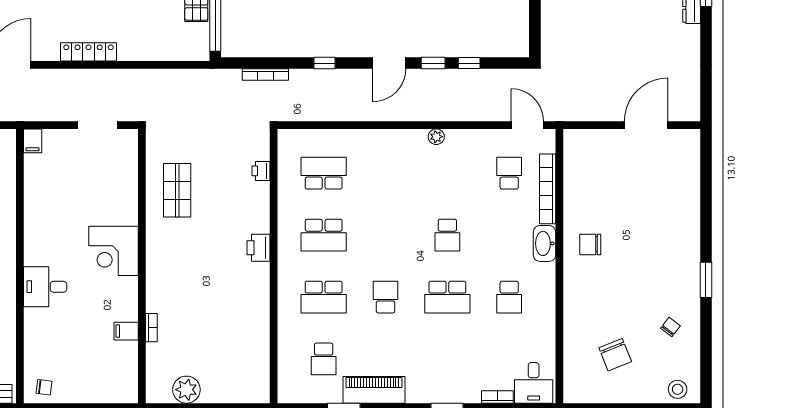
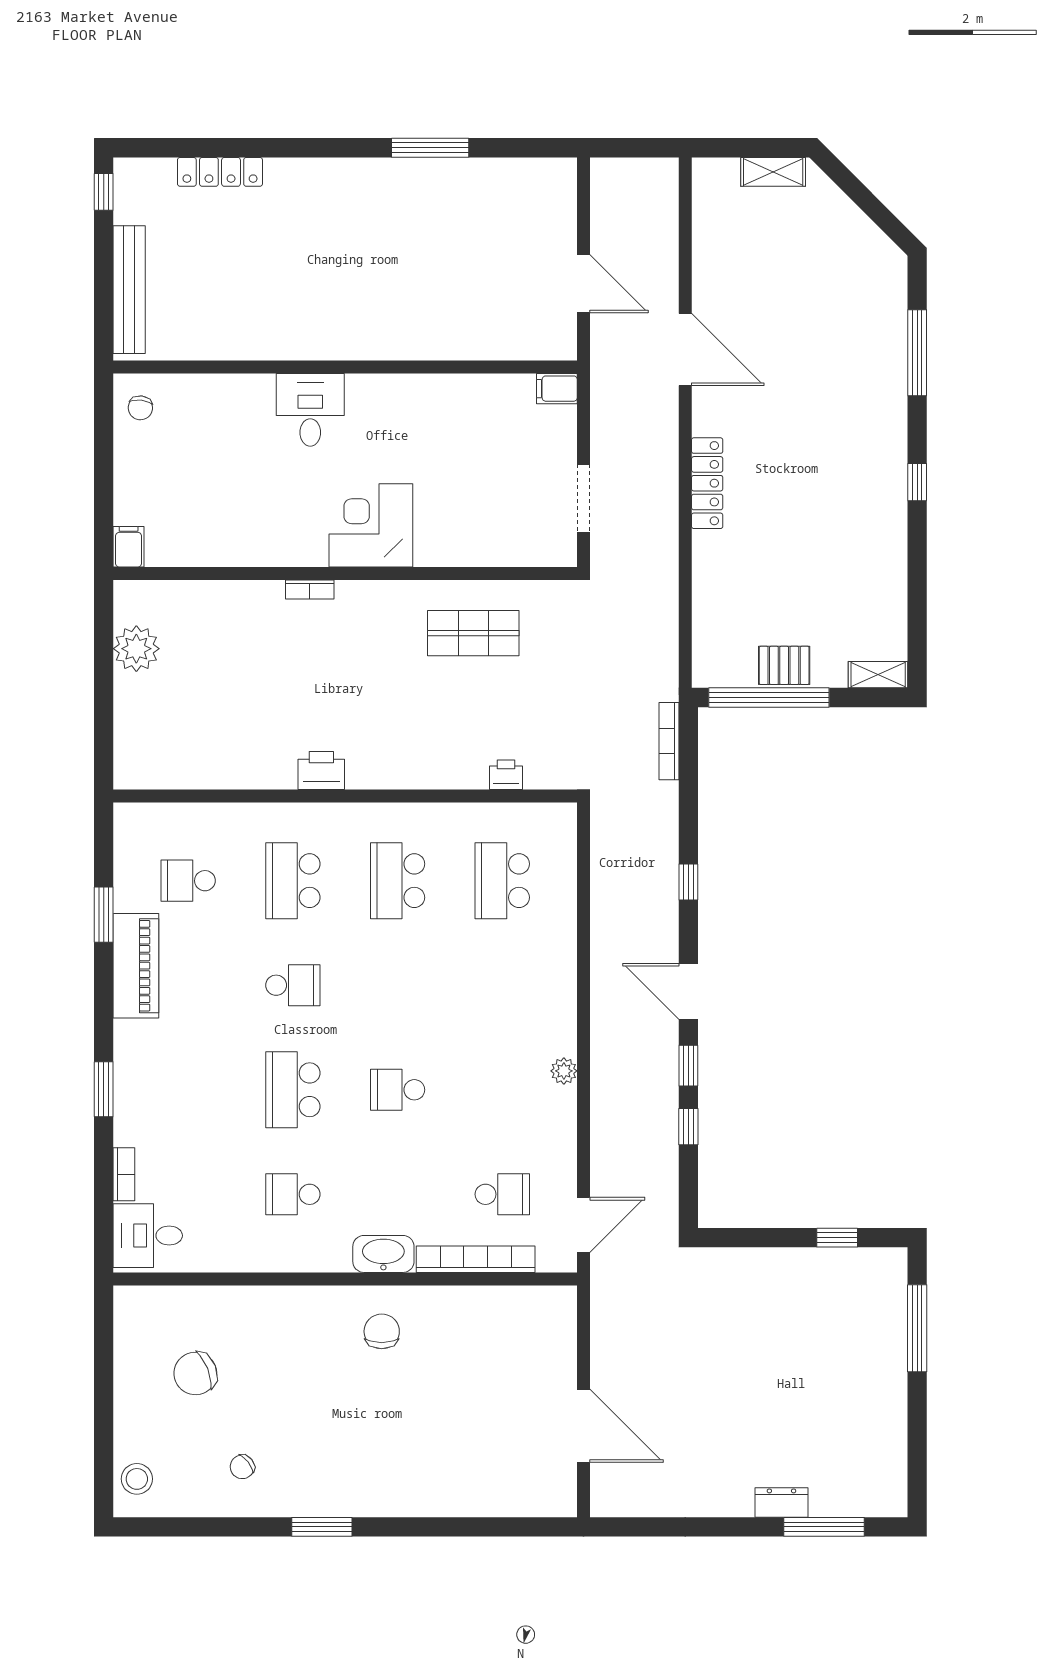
bookcase: (265, 75) -> (669, 741), moved
school desk: (324, 173) -> (502, 881), turned 180
printer: (259, 248) -> (321, 771), moved
chair: (670, 327) -> (242, 1467), turned 105
bookcase: (151, 328) -> (310, 590), moved
filing cabinet: (126, 331) -> (129, 547), moved

